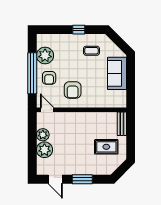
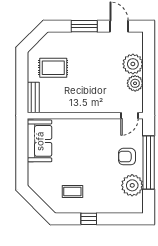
sofa: (117, 73) -> (40, 141), moved
armchair: (49, 78) -> (127, 157), turned -90
armchair: (73, 90) -> (97, 141), removed
door: (47, 110) -> (130, 116), hinge flipped

